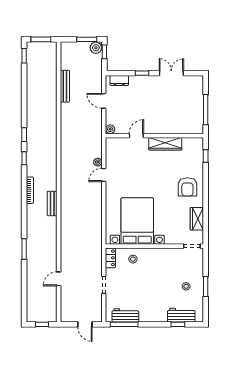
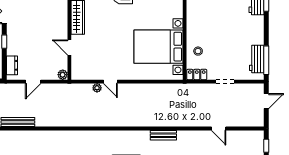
bench: (52, 204) -> (163, 135), moved

